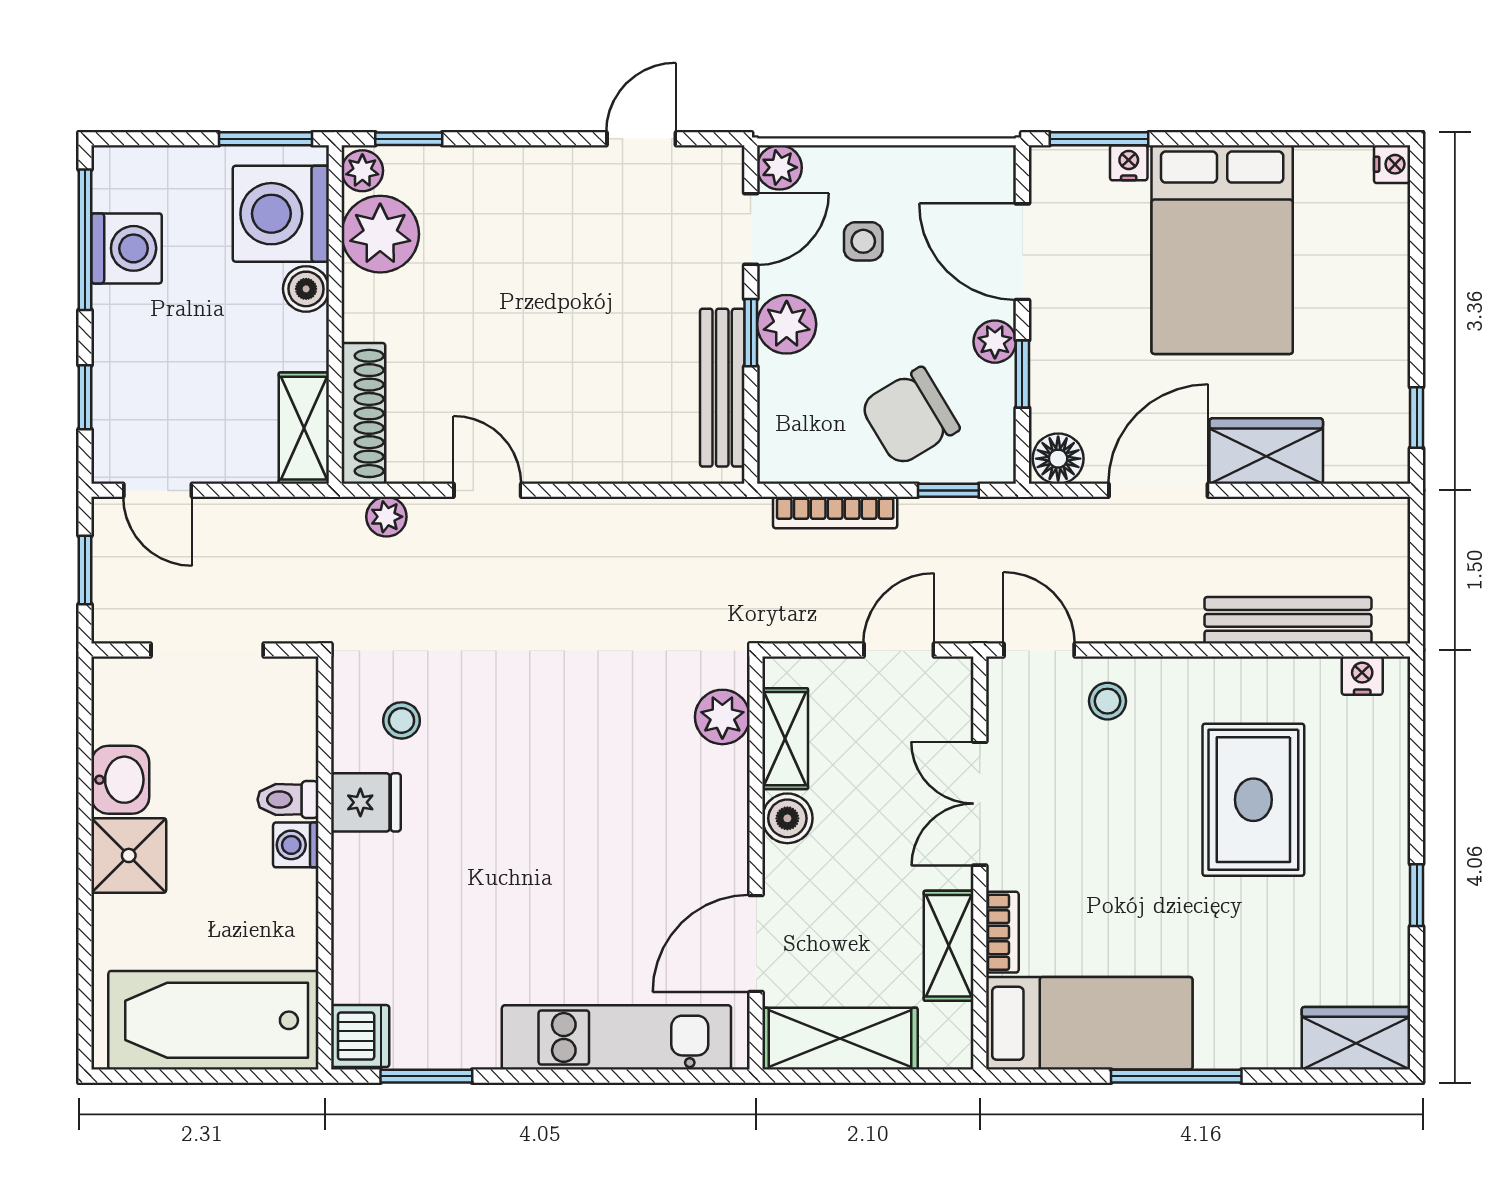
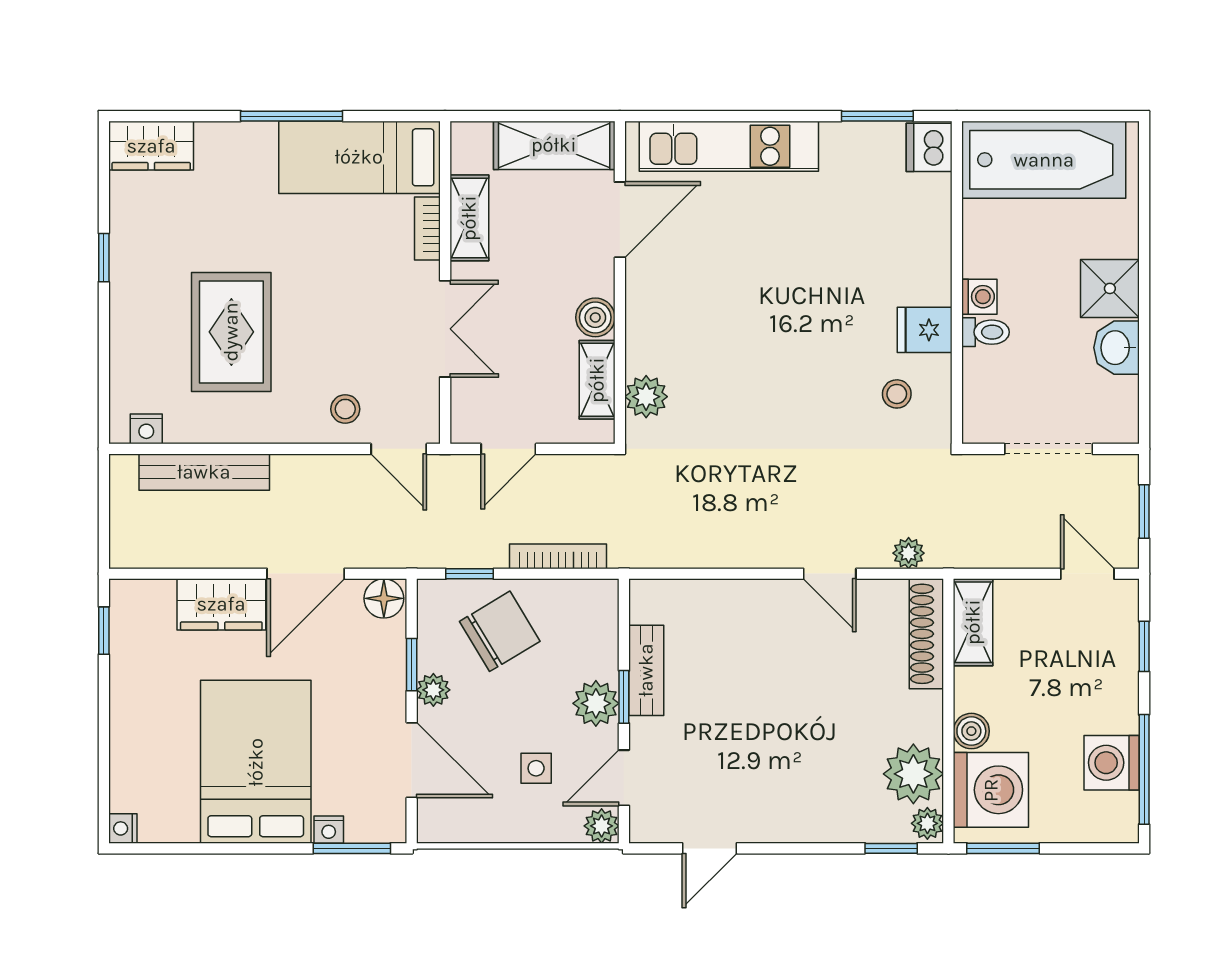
bench: (722, 388) -> (646, 670), width x0.73

